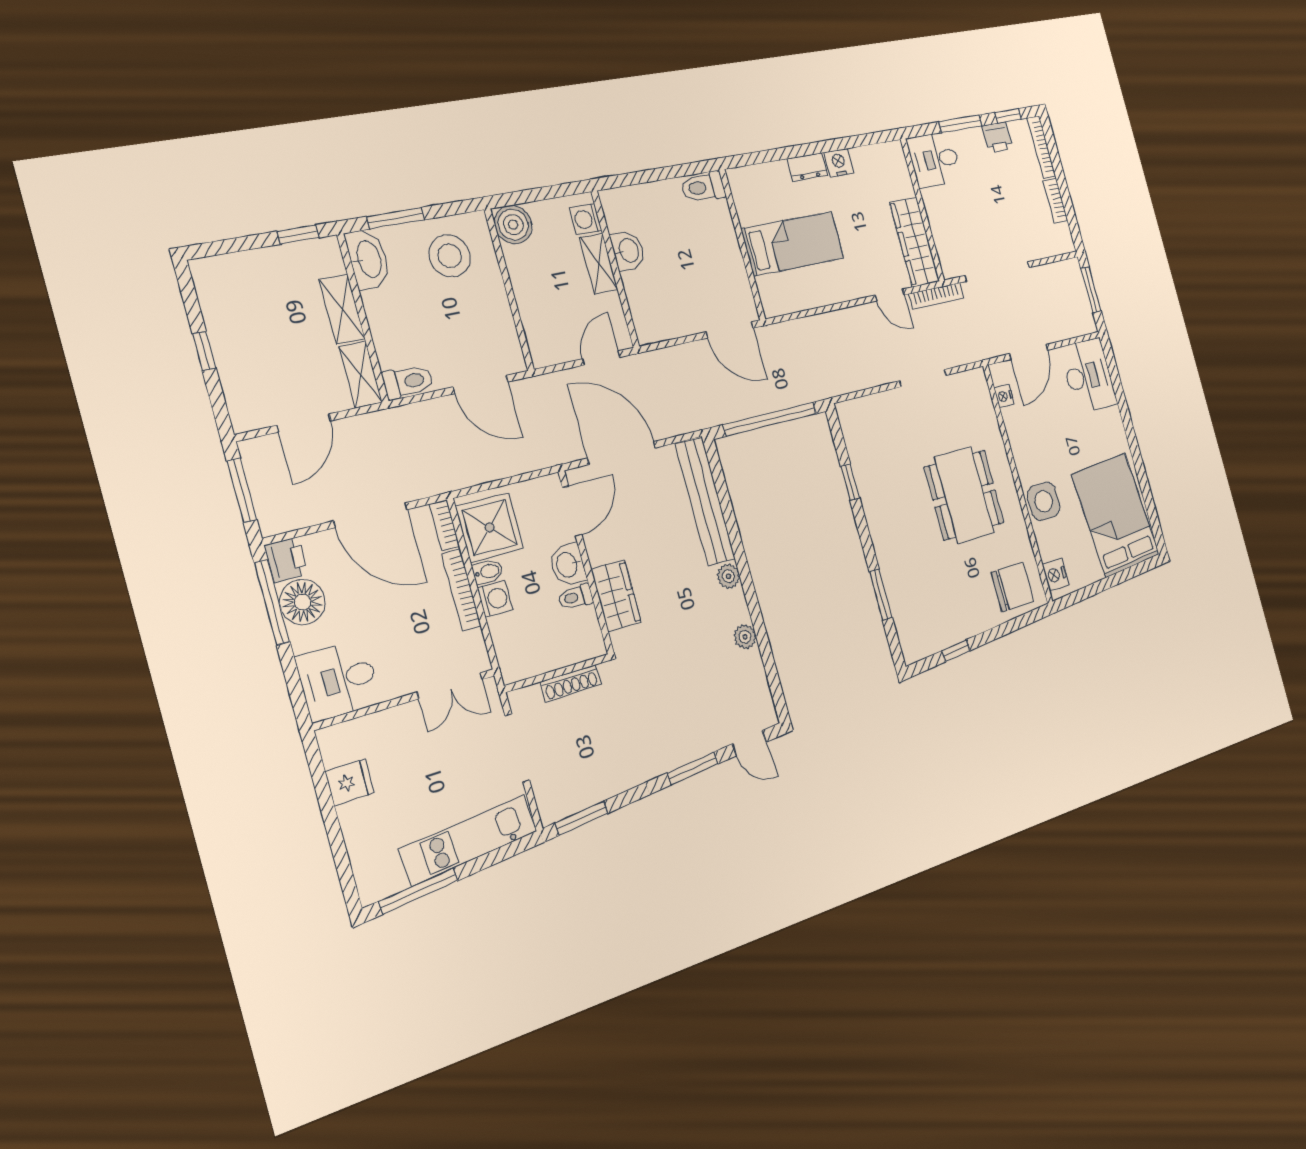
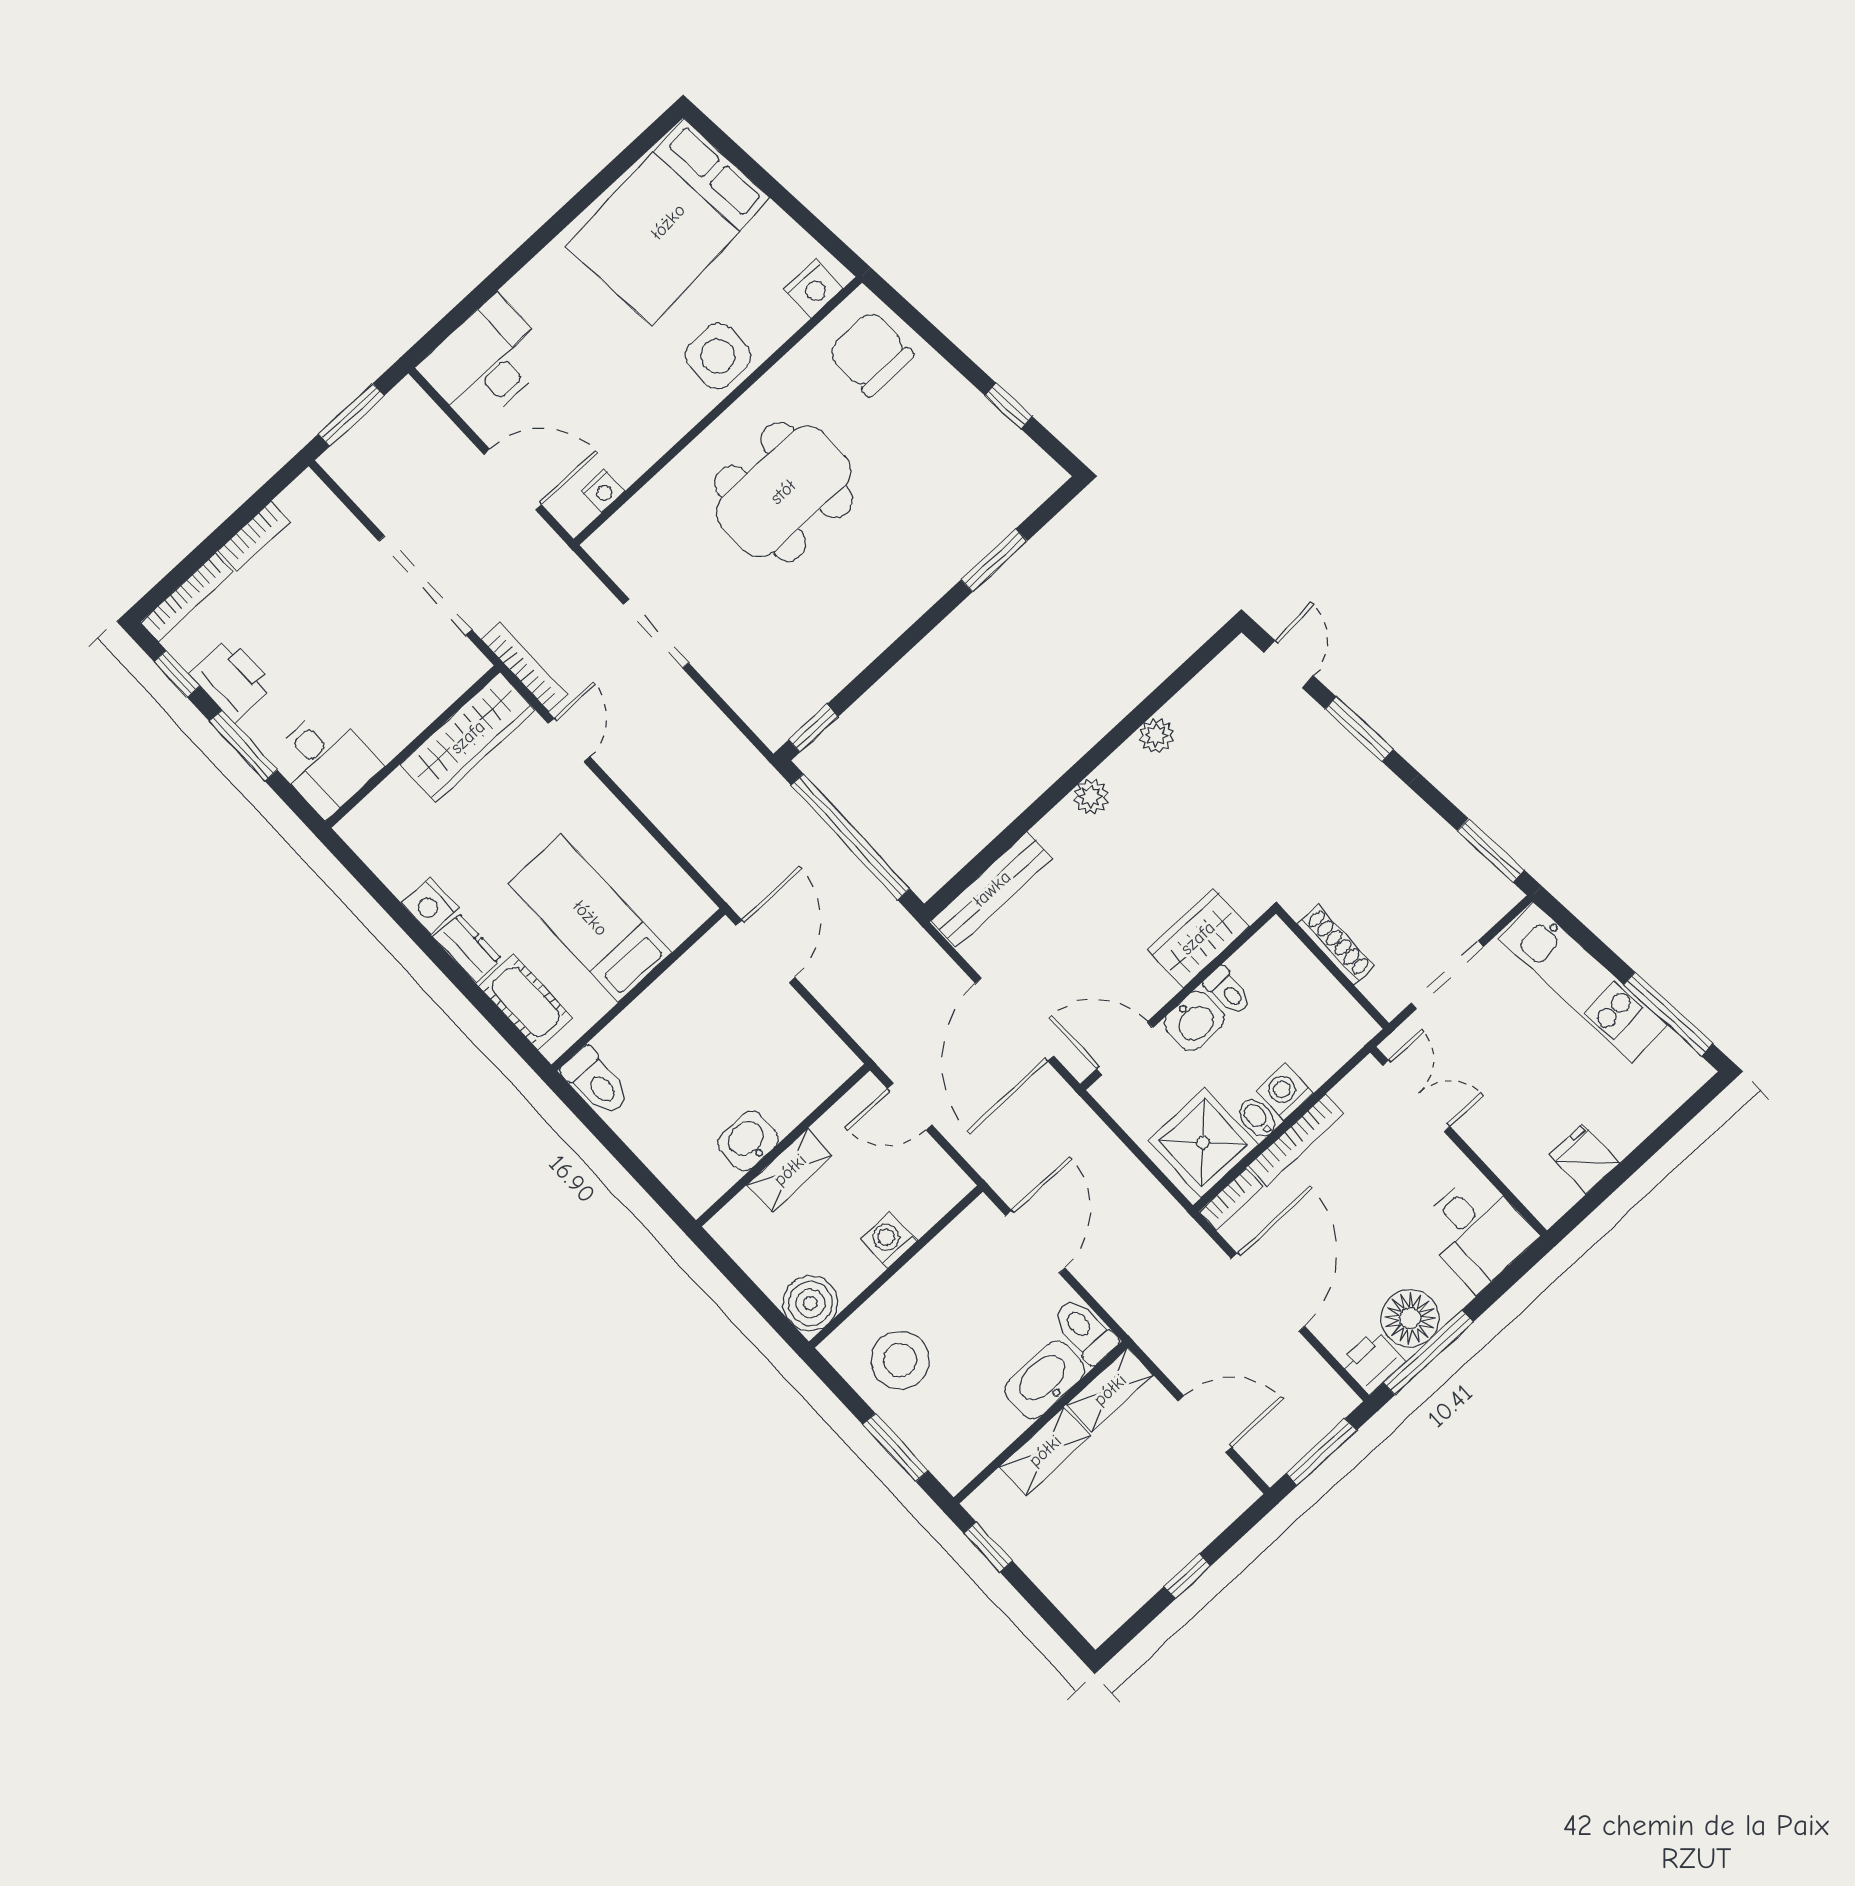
printer: (997, 137) -> (232, 680), width x1.36, depth x1.24
cot: (765, 178) -> (525, 1002), added
washing machine: (586, 219) -> (889, 1240), moved, turned 180
washbasin: (368, 259) -> (1045, 1380), moved
window: (850, 482) -> (814, 728), moved
bench: (705, 502) -> (992, 889), width x0.73, depth x0.82

